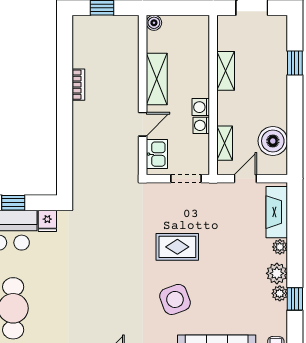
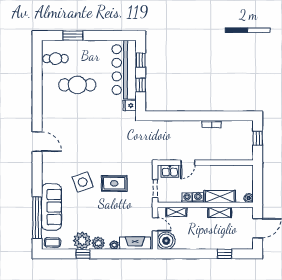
boiler: (154, 23) -> (249, 198), moved
shelving: (157, 79) -> (220, 196), moved
door: (143, 124) -> (188, 163), hinge flipped
boiler: (273, 141) -> (166, 241), moved
rug: (177, 247) -> (114, 183), turned 90
plant: (280, 293) -> (82, 241), width x1.87, depth x1.87

